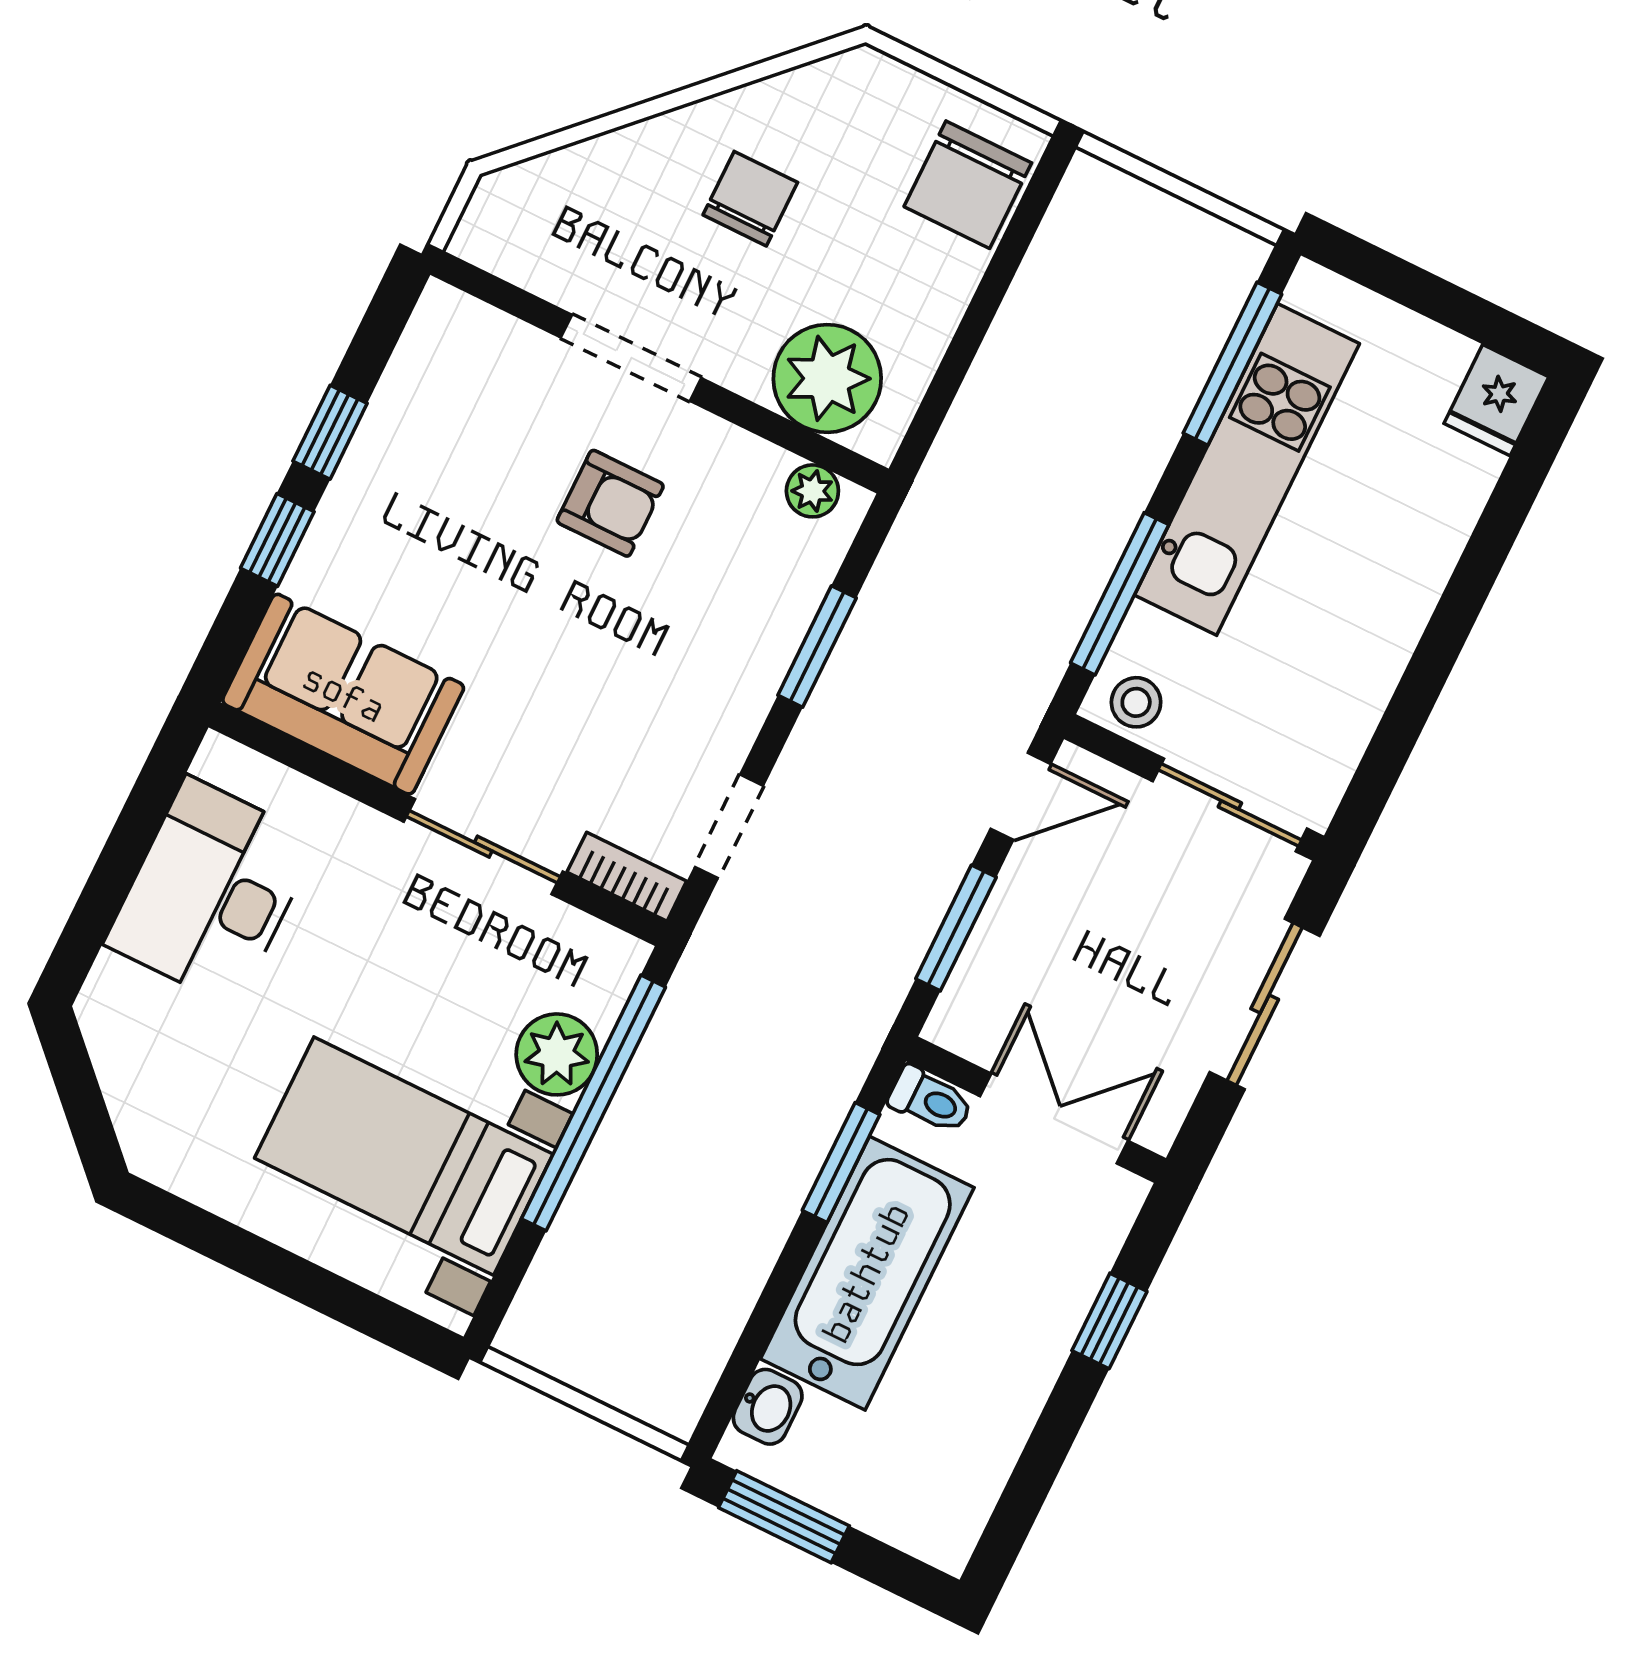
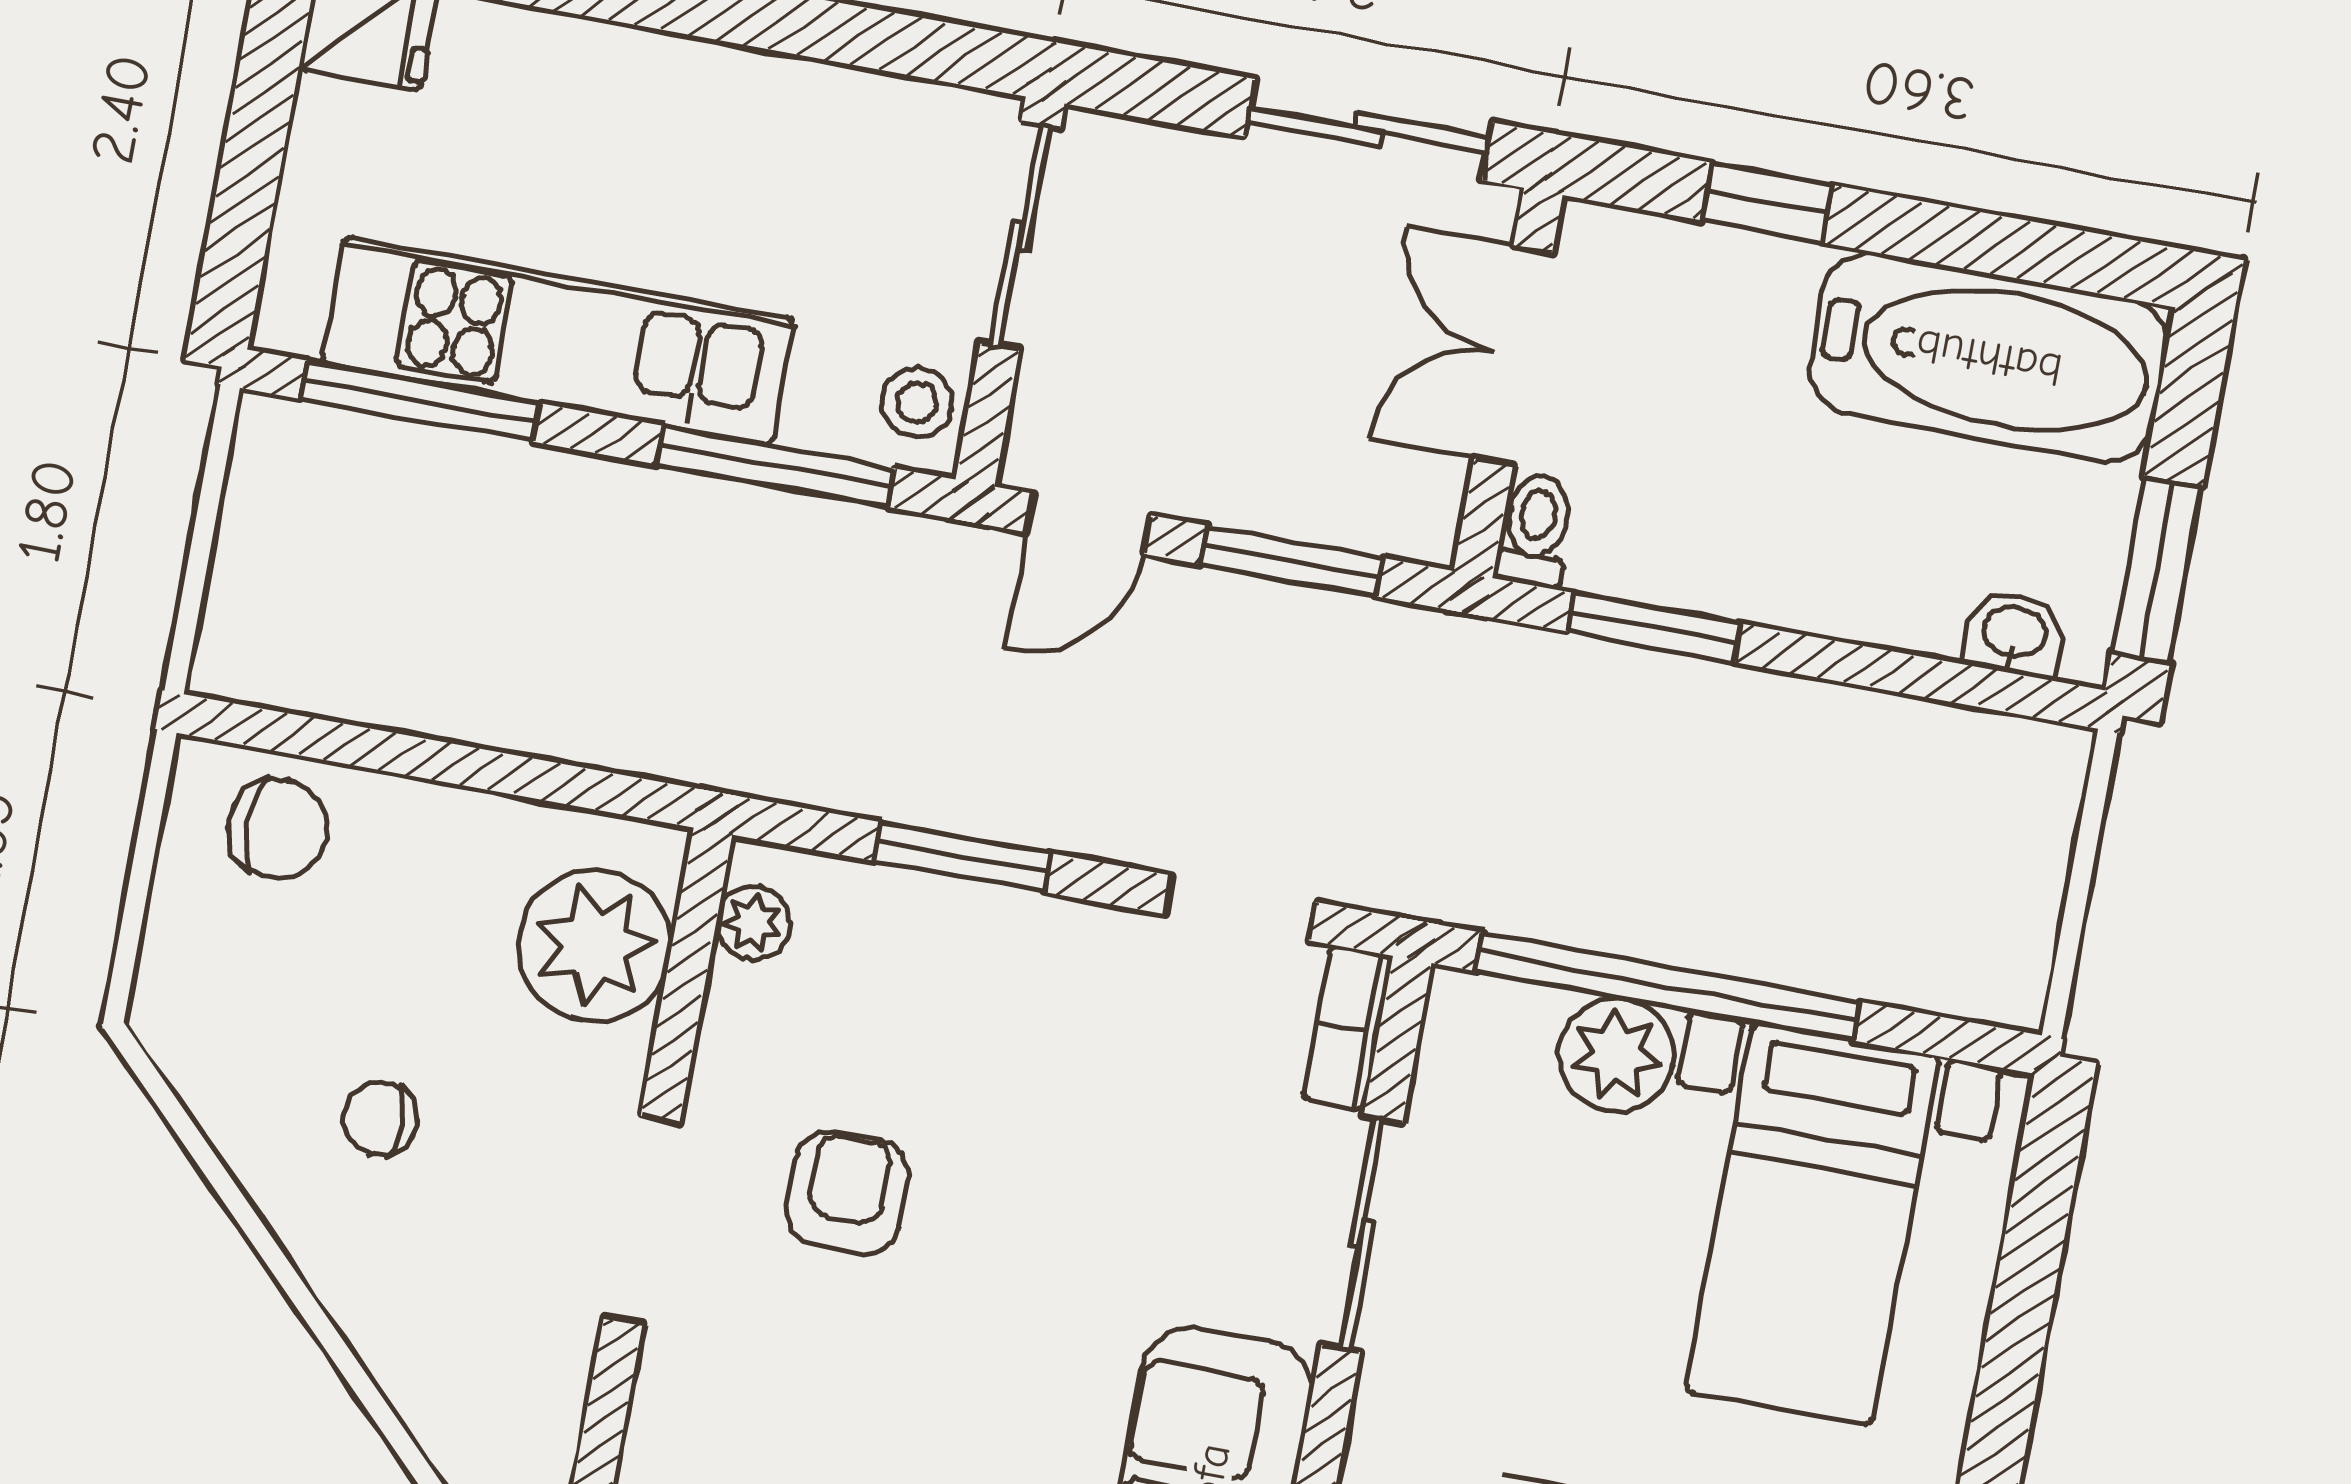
chair: (968, 185) -> (278, 829), width x0.73, depth x0.73
chair: (750, 199) -> (380, 1119), width x0.73, depth x0.73
door: (1020, 796) -> (1088, 524), swing flipped
sliding door: (1265, 1004) -> (1368, 130), moved
bathtub: (867, 1273) -> (1989, 357), moved, turned 180

